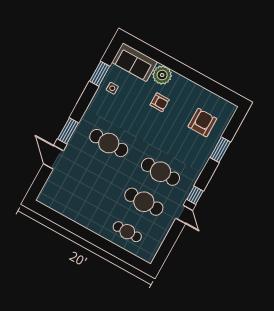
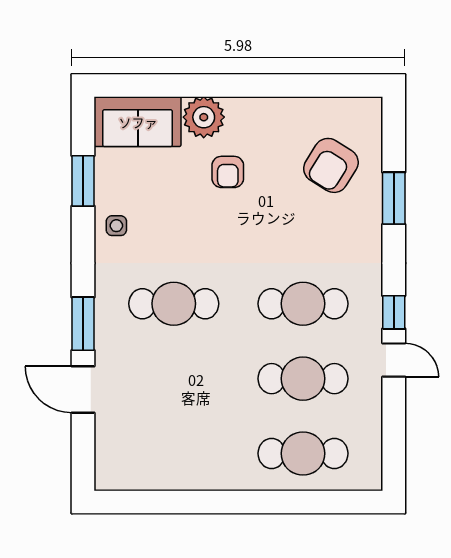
side table: (112, 88) -> (116, 226), moved
armchair: (160, 102) -> (228, 172), turned 90
armchair: (202, 123) -> (331, 165), turned -148
cafe table: (127, 232) -> (303, 453), width x1.37, depth x1.35

